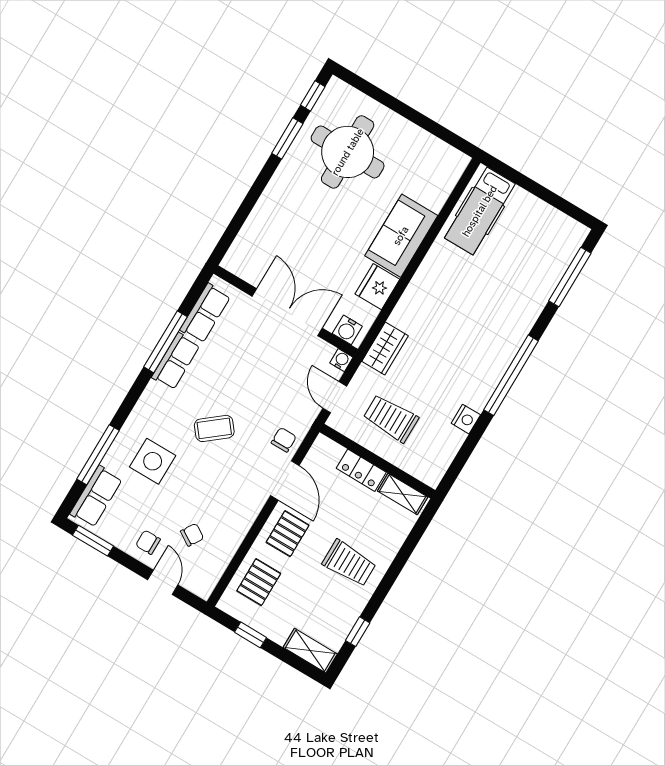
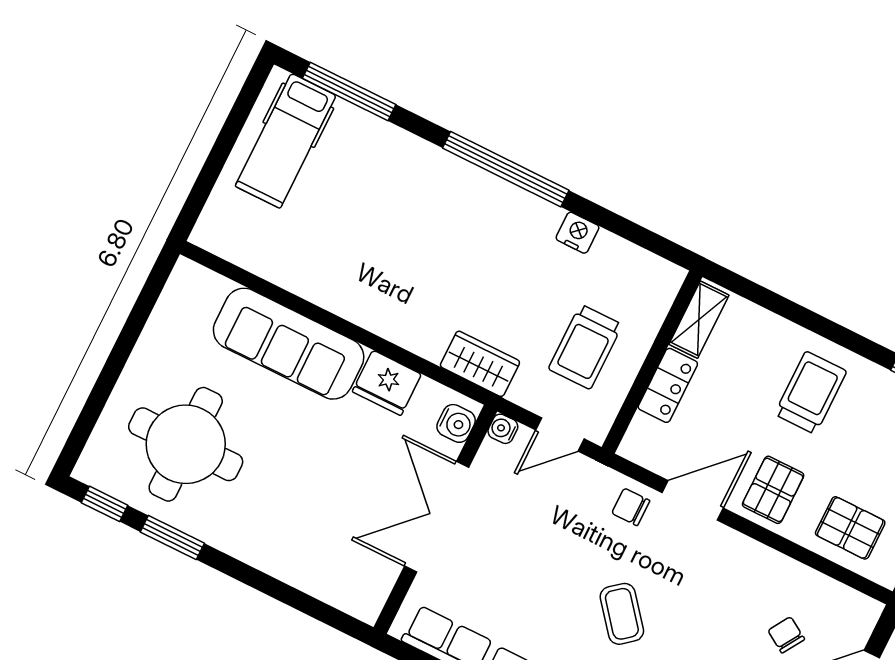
hospital bed: (480, 211) -> (286, 141), moved, turned 90
sofa: (401, 236) -> (289, 344), width x1.36
pallet: (288, 534) -> (773, 490), turned 90

